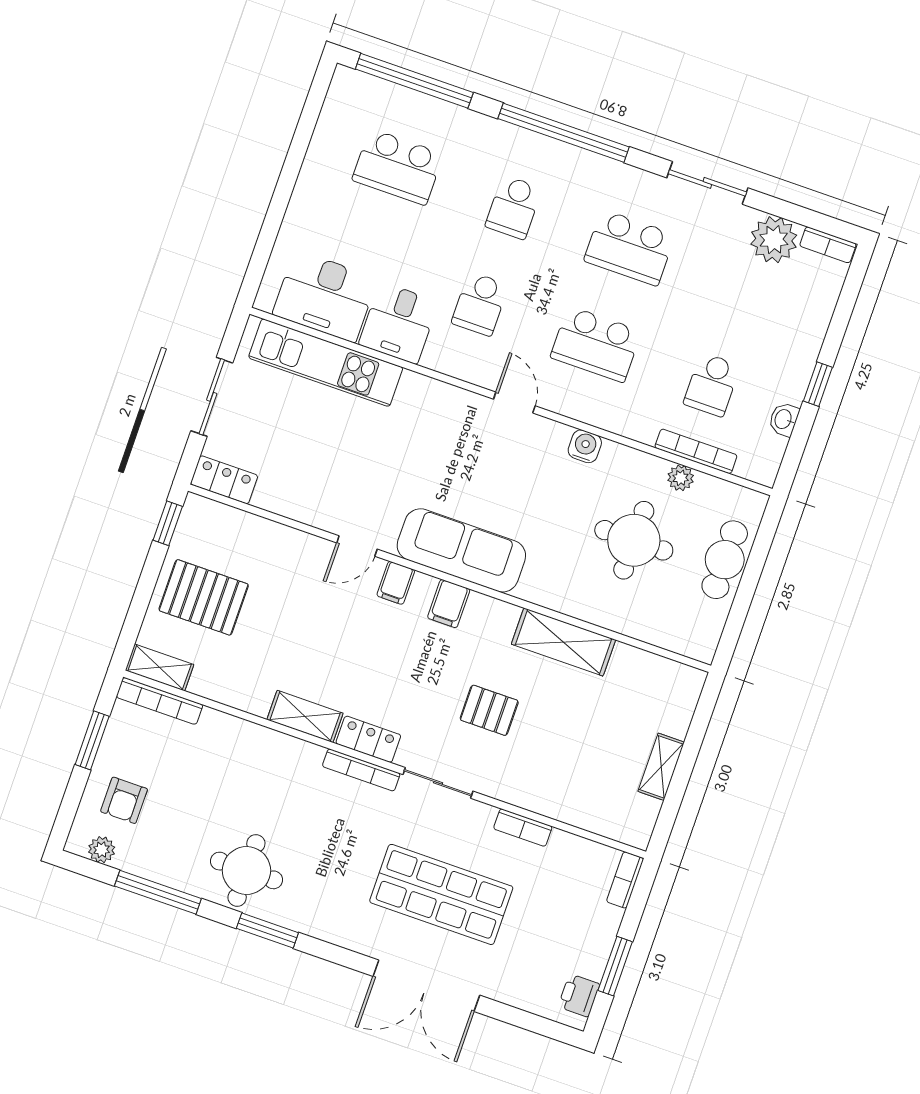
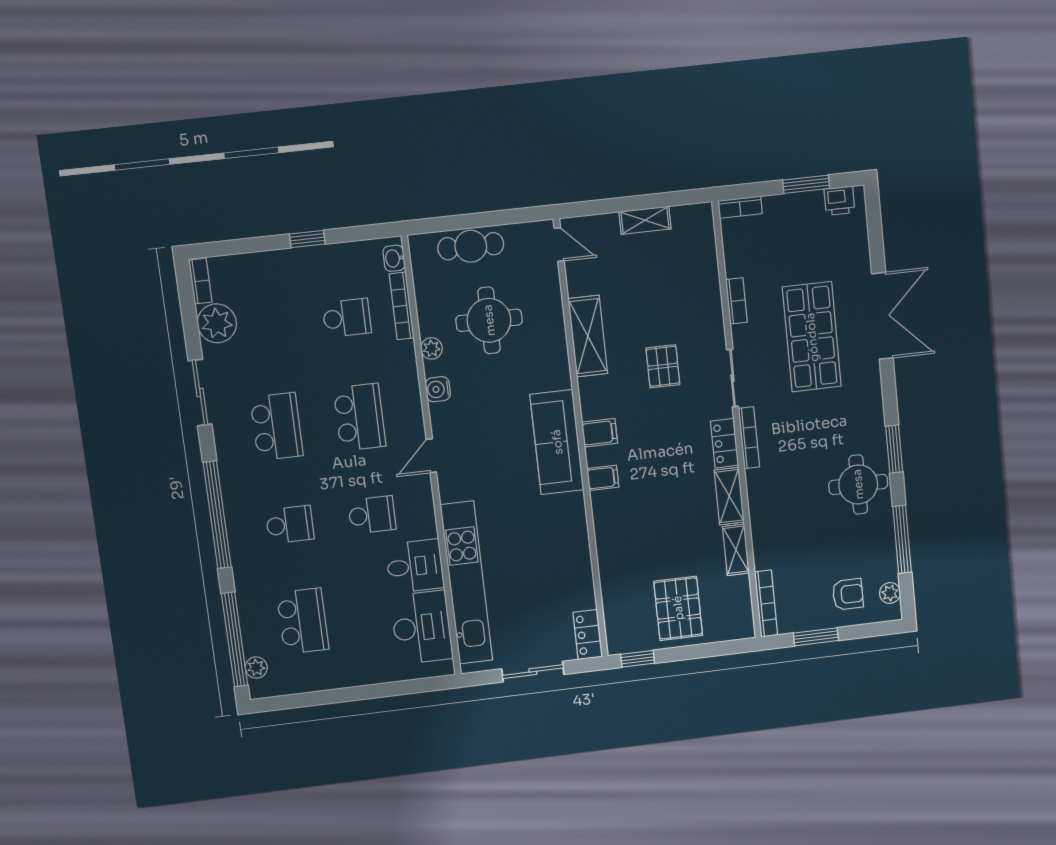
plant: (370, 89) -> (256, 668), added
kitchen unit: (326, 363) -> (466, 583), width x1.36
washbasin: (784, 419) -> (394, 258), moved, turned 90
plant: (681, 478) -> (432, 348), moved
door: (357, 546) -> (559, 245), moved
shelving: (160, 667) -> (736, 550), moved

